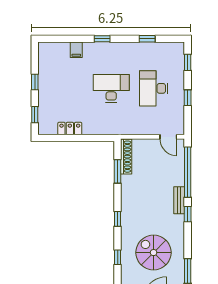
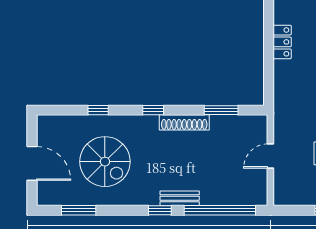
door: (168, 137) -> (270, 156), moved
shoe rack: (126, 157) -> (184, 122), moved
spiral stairs: (154, 253) -> (105, 162), turned 90

